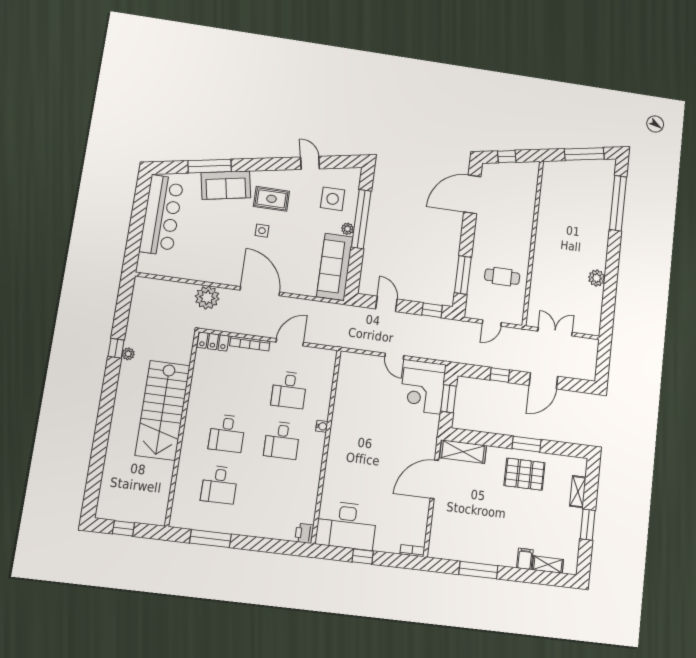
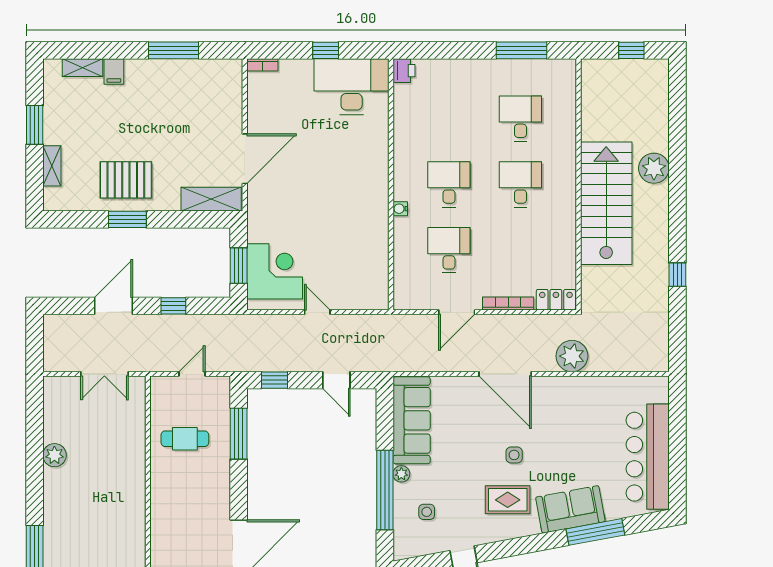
side table: (333, 199) -> (427, 512), width x0.54, depth x0.54
plant: (128, 354) -> (654, 168), moved, width x1.88, depth x1.88

